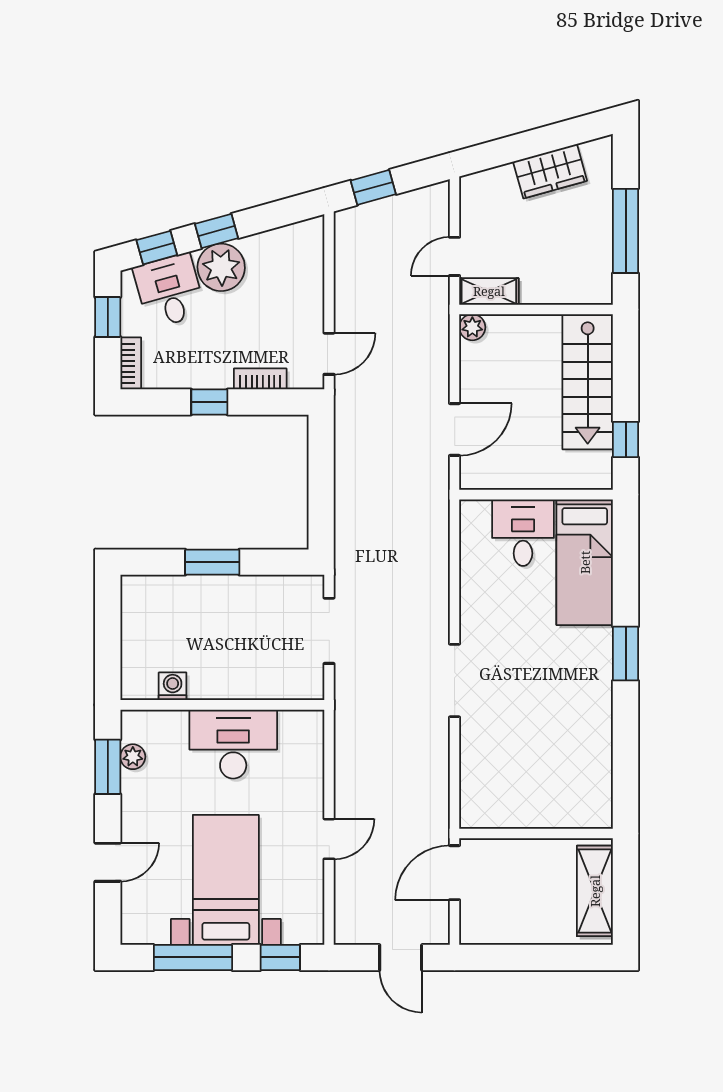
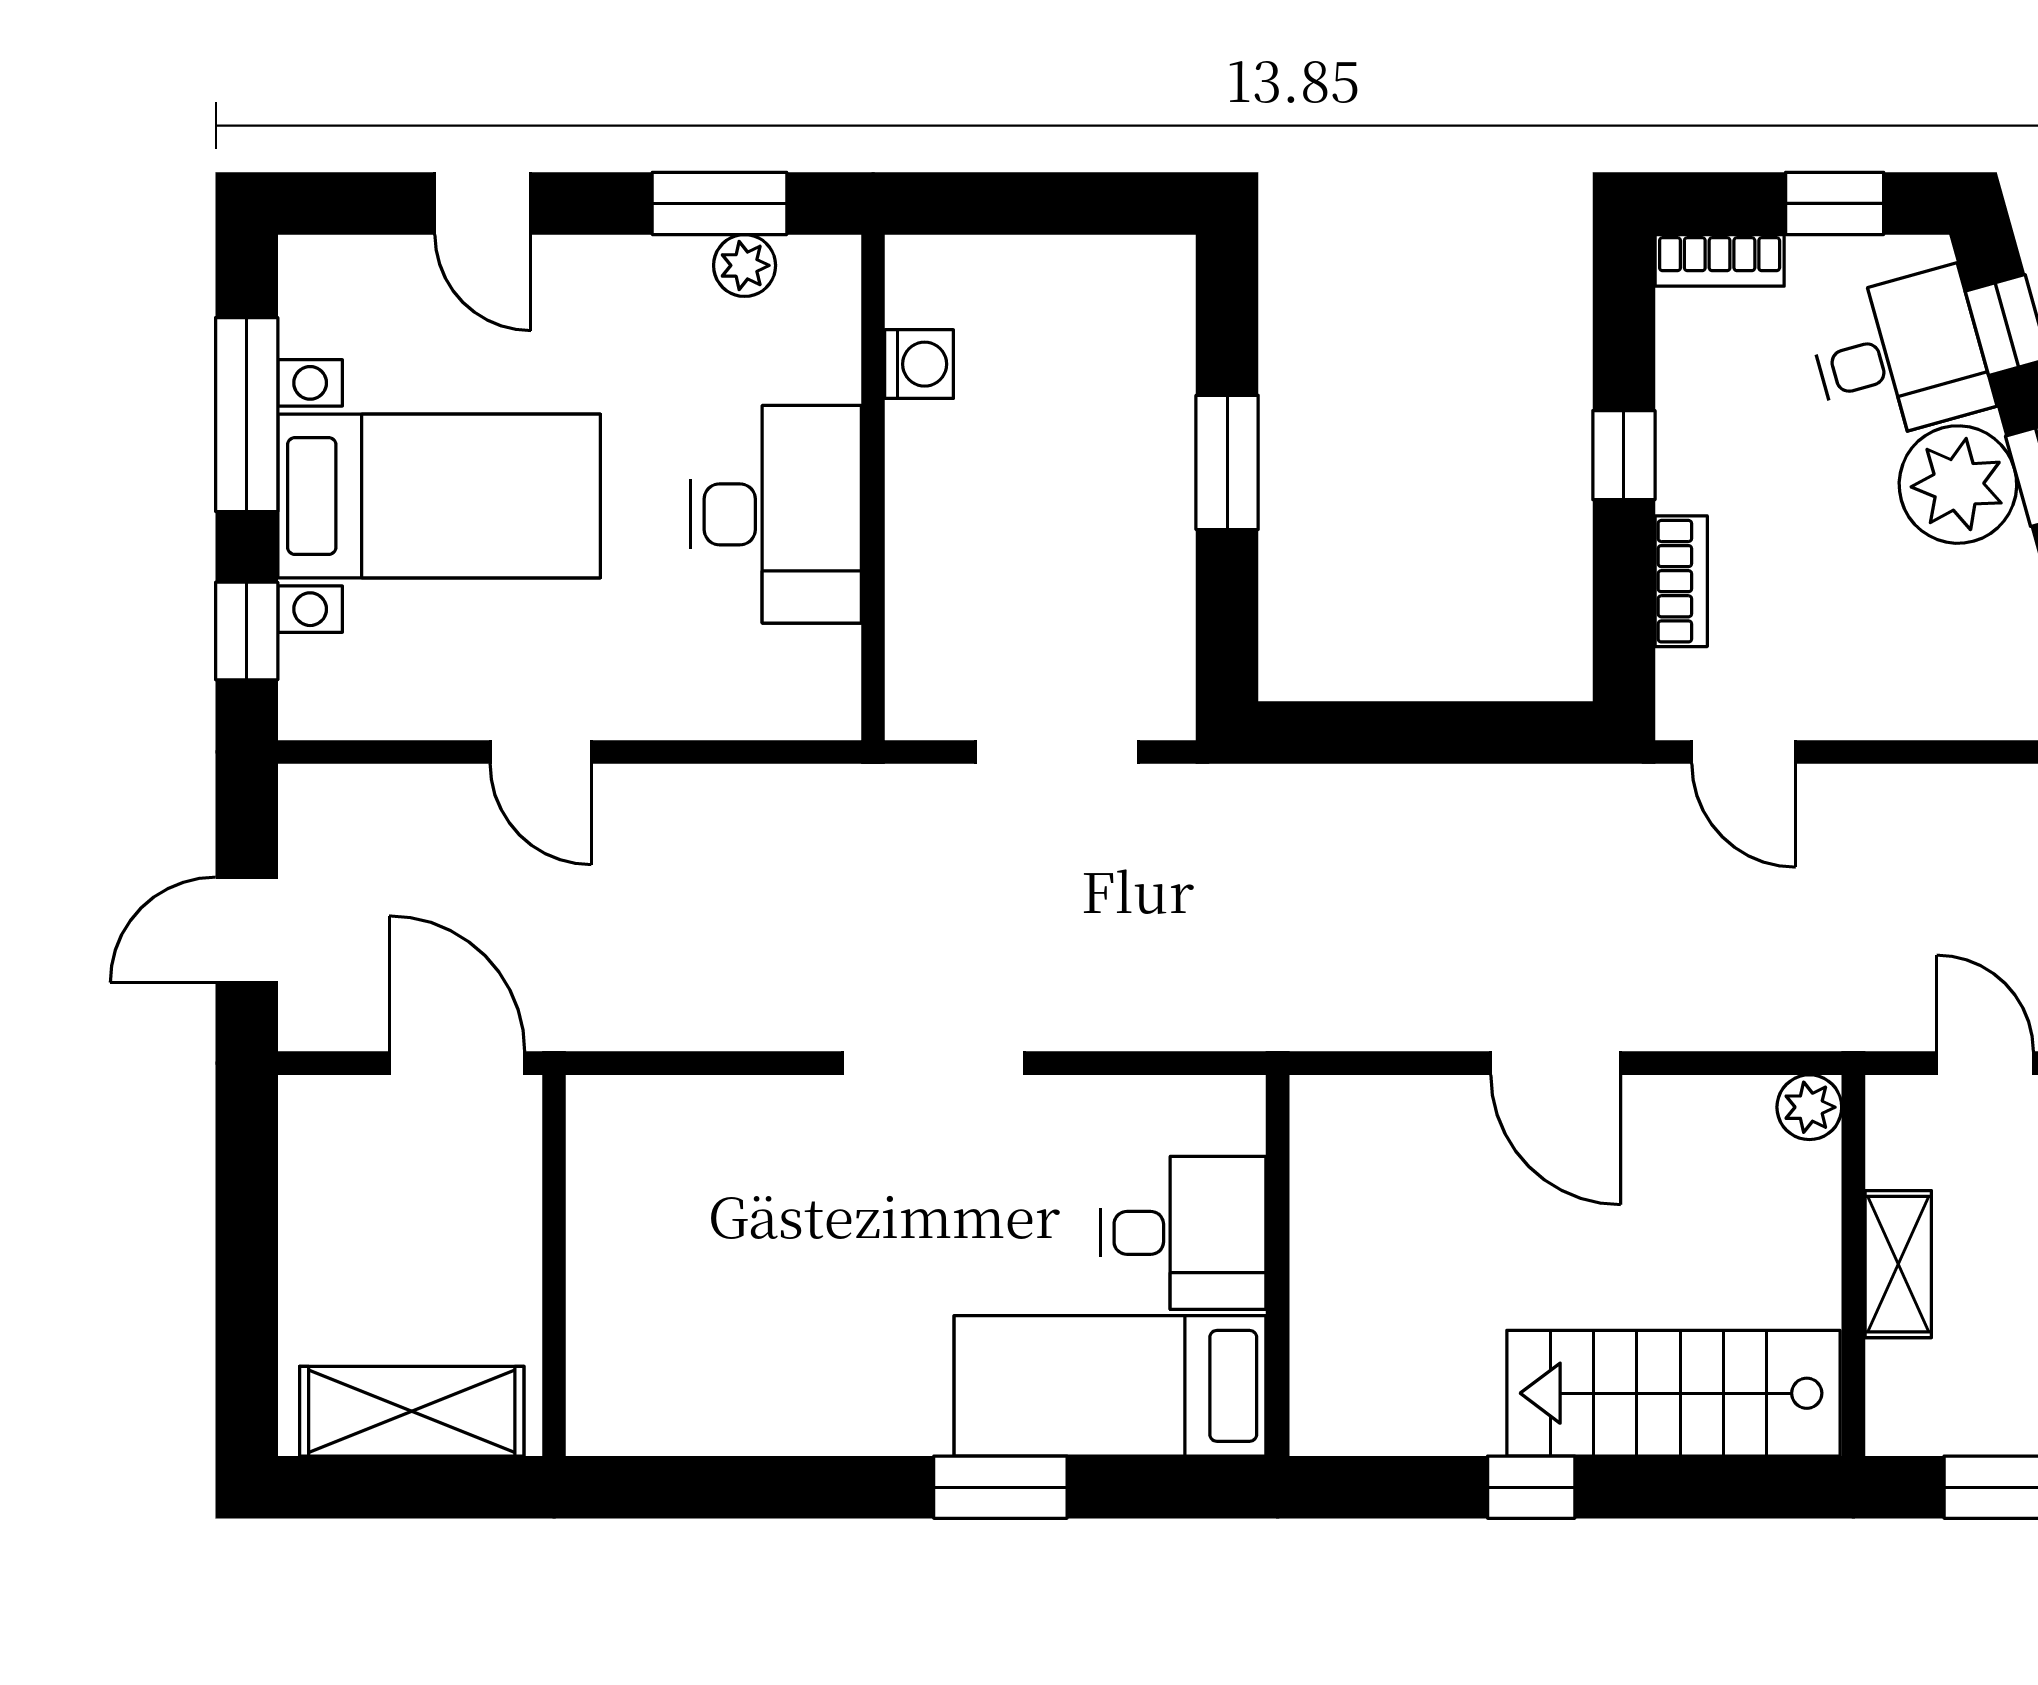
shelving: (489, 291) -> (1898, 1264), moved
wall: (536, 495) -> (1278, 1265), moved
desk: (523, 533) -> (1183, 1233), moved
bed: (585, 562) -> (1110, 1386), moved

